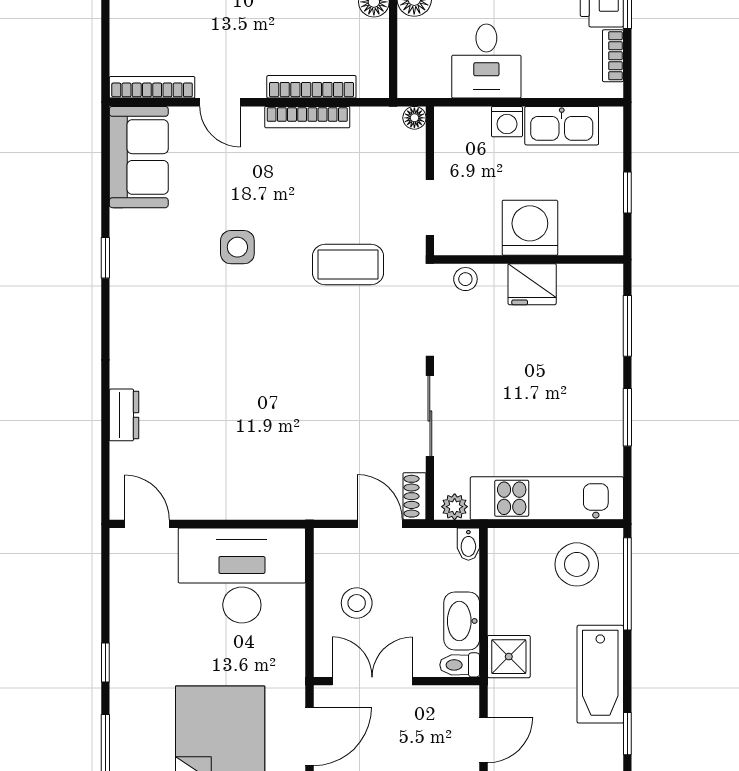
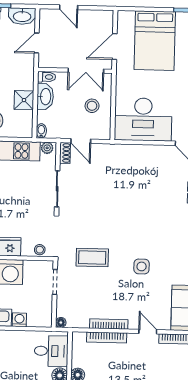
desk: (486, 61) -> (51, 351), moved, turned 90
shower: (509, 657) -> (24, 100), moved

